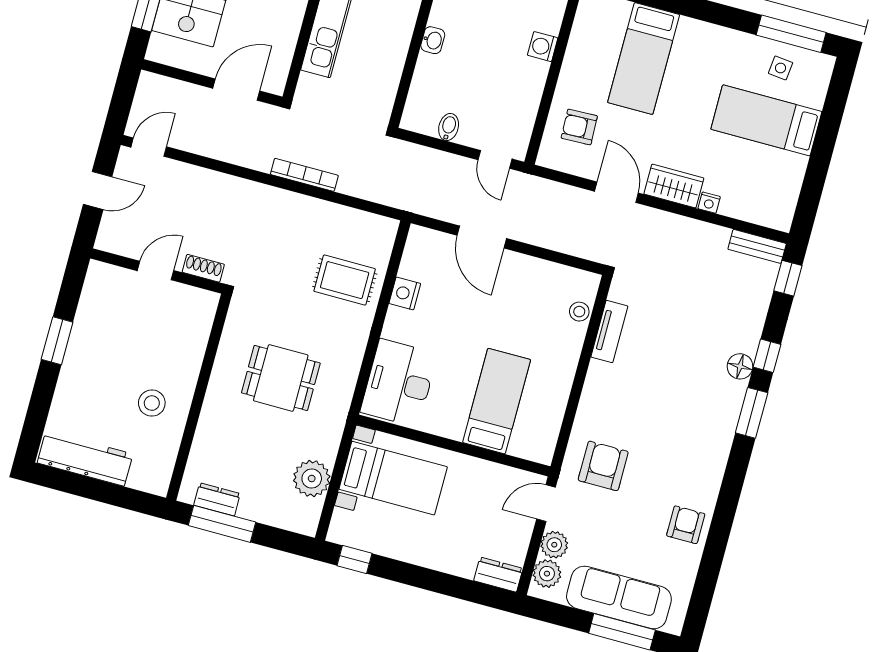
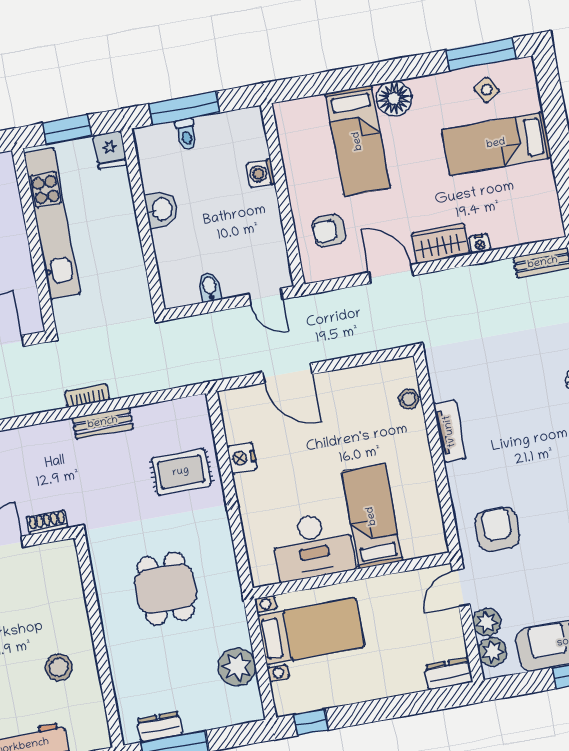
floor lamp: (694, 36) -> (394, 99), added
washbasin: (433, 40) -> (161, 209), width x1.38, depth x1.45
side table: (781, 68) -> (487, 90), turned -36
bookcase: (304, 175) -> (87, 396), width x0.64
bench: (295, 203) -> (103, 423), added
tv unit: (609, 332) -> (450, 431), moved
dining table: (281, 378) -> (165, 589), turned 90
desk: (399, 383) -> (313, 546), moved, turned -90

